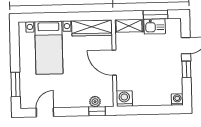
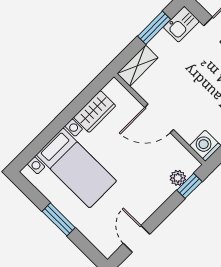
kitchen sink: (155, 26) -> (181, 24), moved
wardrobe: (92, 28) -> (95, 112), width x0.67
window: (16, 84) -> (59, 219), moved

